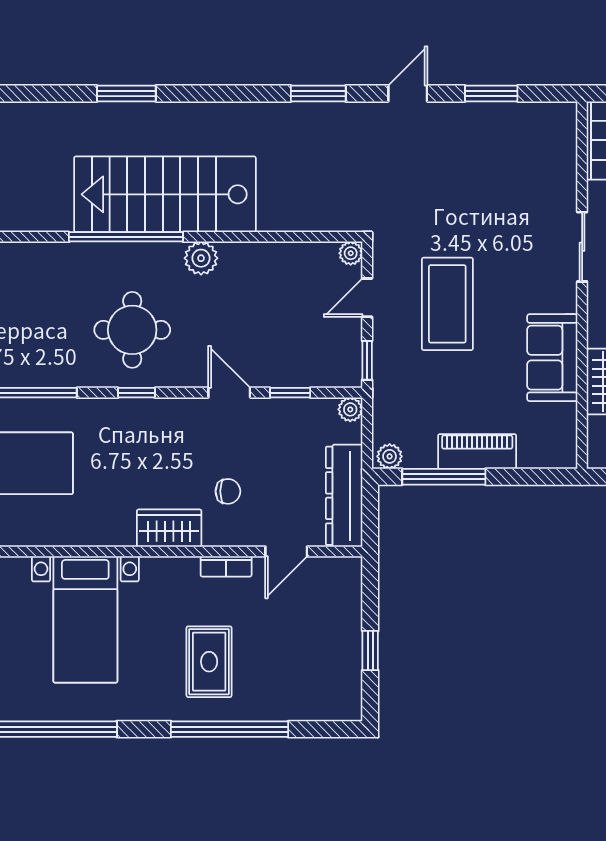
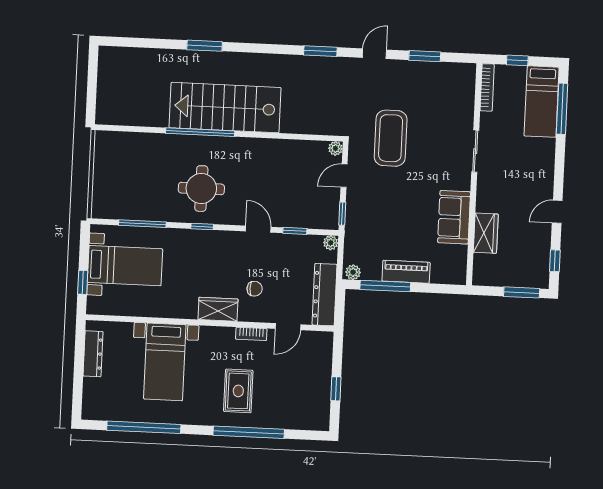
plant: (201, 258) -> (245, 147), removed
coffee table: (447, 304) -> (391, 138), moved

